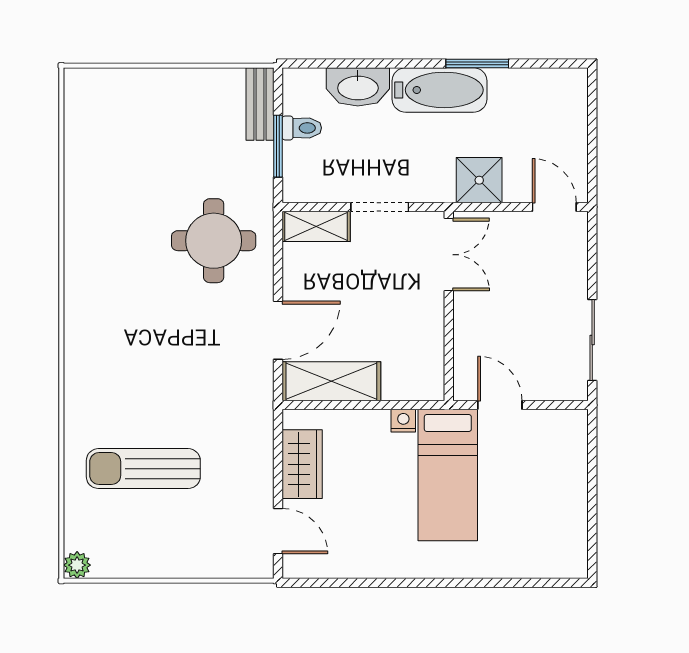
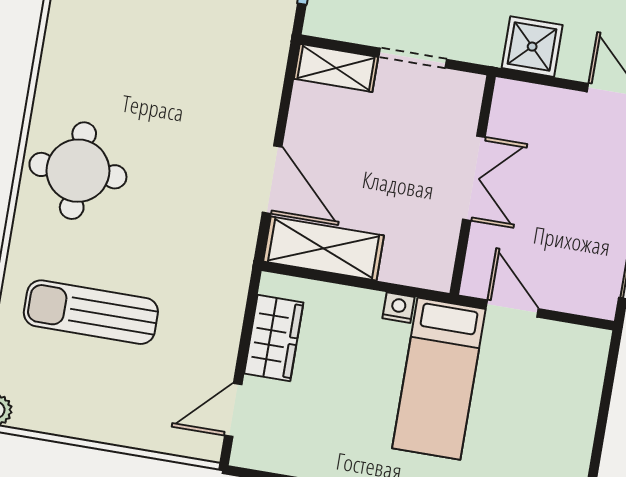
round table: (214, 241) -> (78, 171), moved
double door: (449, 255) -> (474, 178), moved
door: (278, 330) -> (272, 180), hinge flipped
door: (278, 531) -> (233, 410), swing flipped

